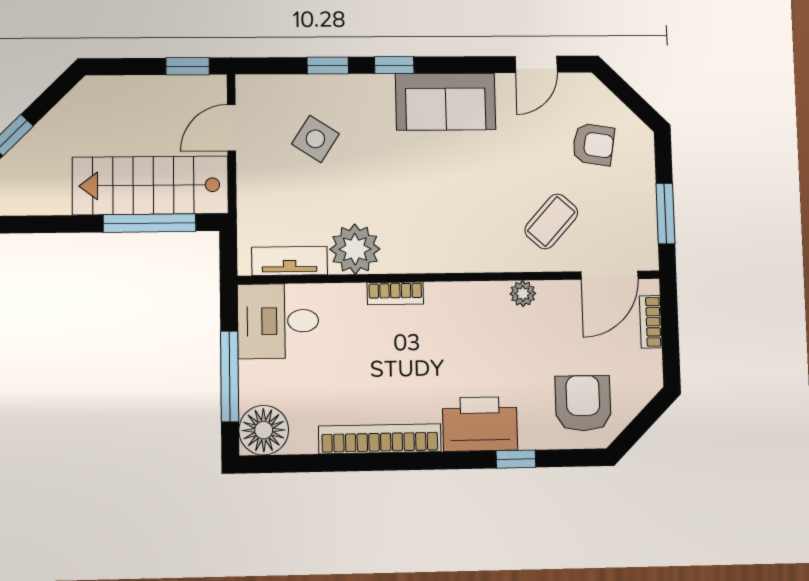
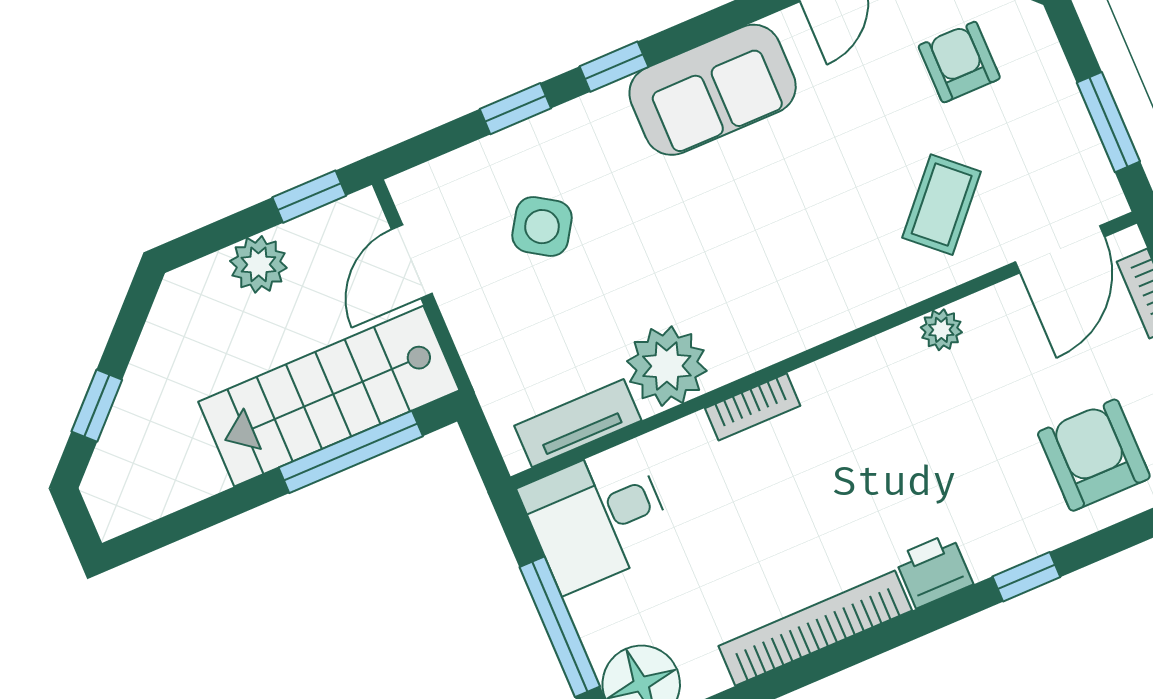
plant: (142, 93) -> (258, 264), added
armchair: (593, 144) -> (959, 62), turned -99
printer: (480, 424) -> (934, 570), width x0.53, depth x0.68

